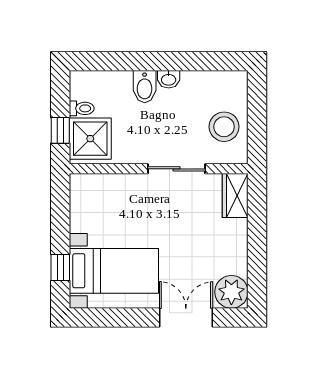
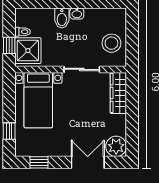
wardrobe: (235, 195) -> (118, 93), width x1.50
bed with nightstands: (114, 271) -> (38, 100), moved, turned 90
window: (108, 318) -> (39, 162), added

